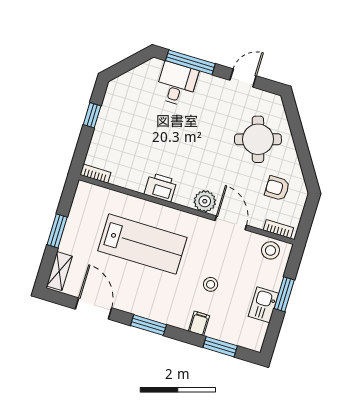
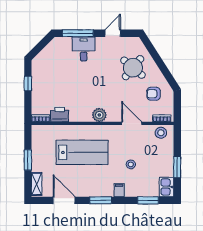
desk: (177, 84) -> (84, 49), moved
round table: (258, 139) -> (133, 68), turned -33
printer: (161, 187) -> (60, 115), moved
plant: (205, 201) -> (99, 115), moved
window: (284, 294) -> (177, 167), moved
kitchen sink: (263, 305) -> (167, 187), moved
filing cabinet: (199, 323) -> (119, 190), moved

